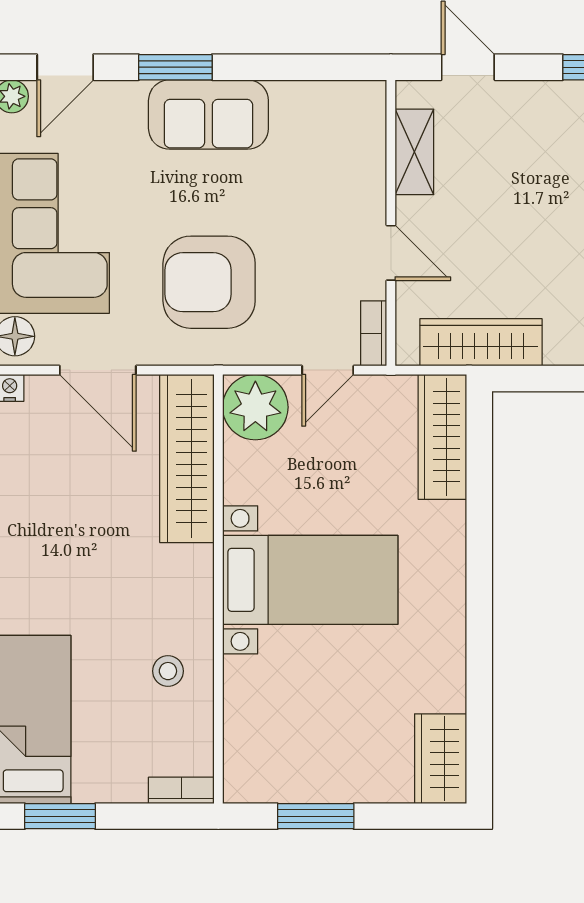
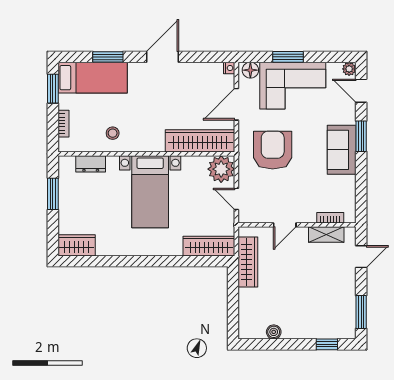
bookcase: (374, 333) -> (330, 218), moved
dresser: (243, 724) -> (91, 164), added
bookcase: (181, 790) -> (63, 124), moved

